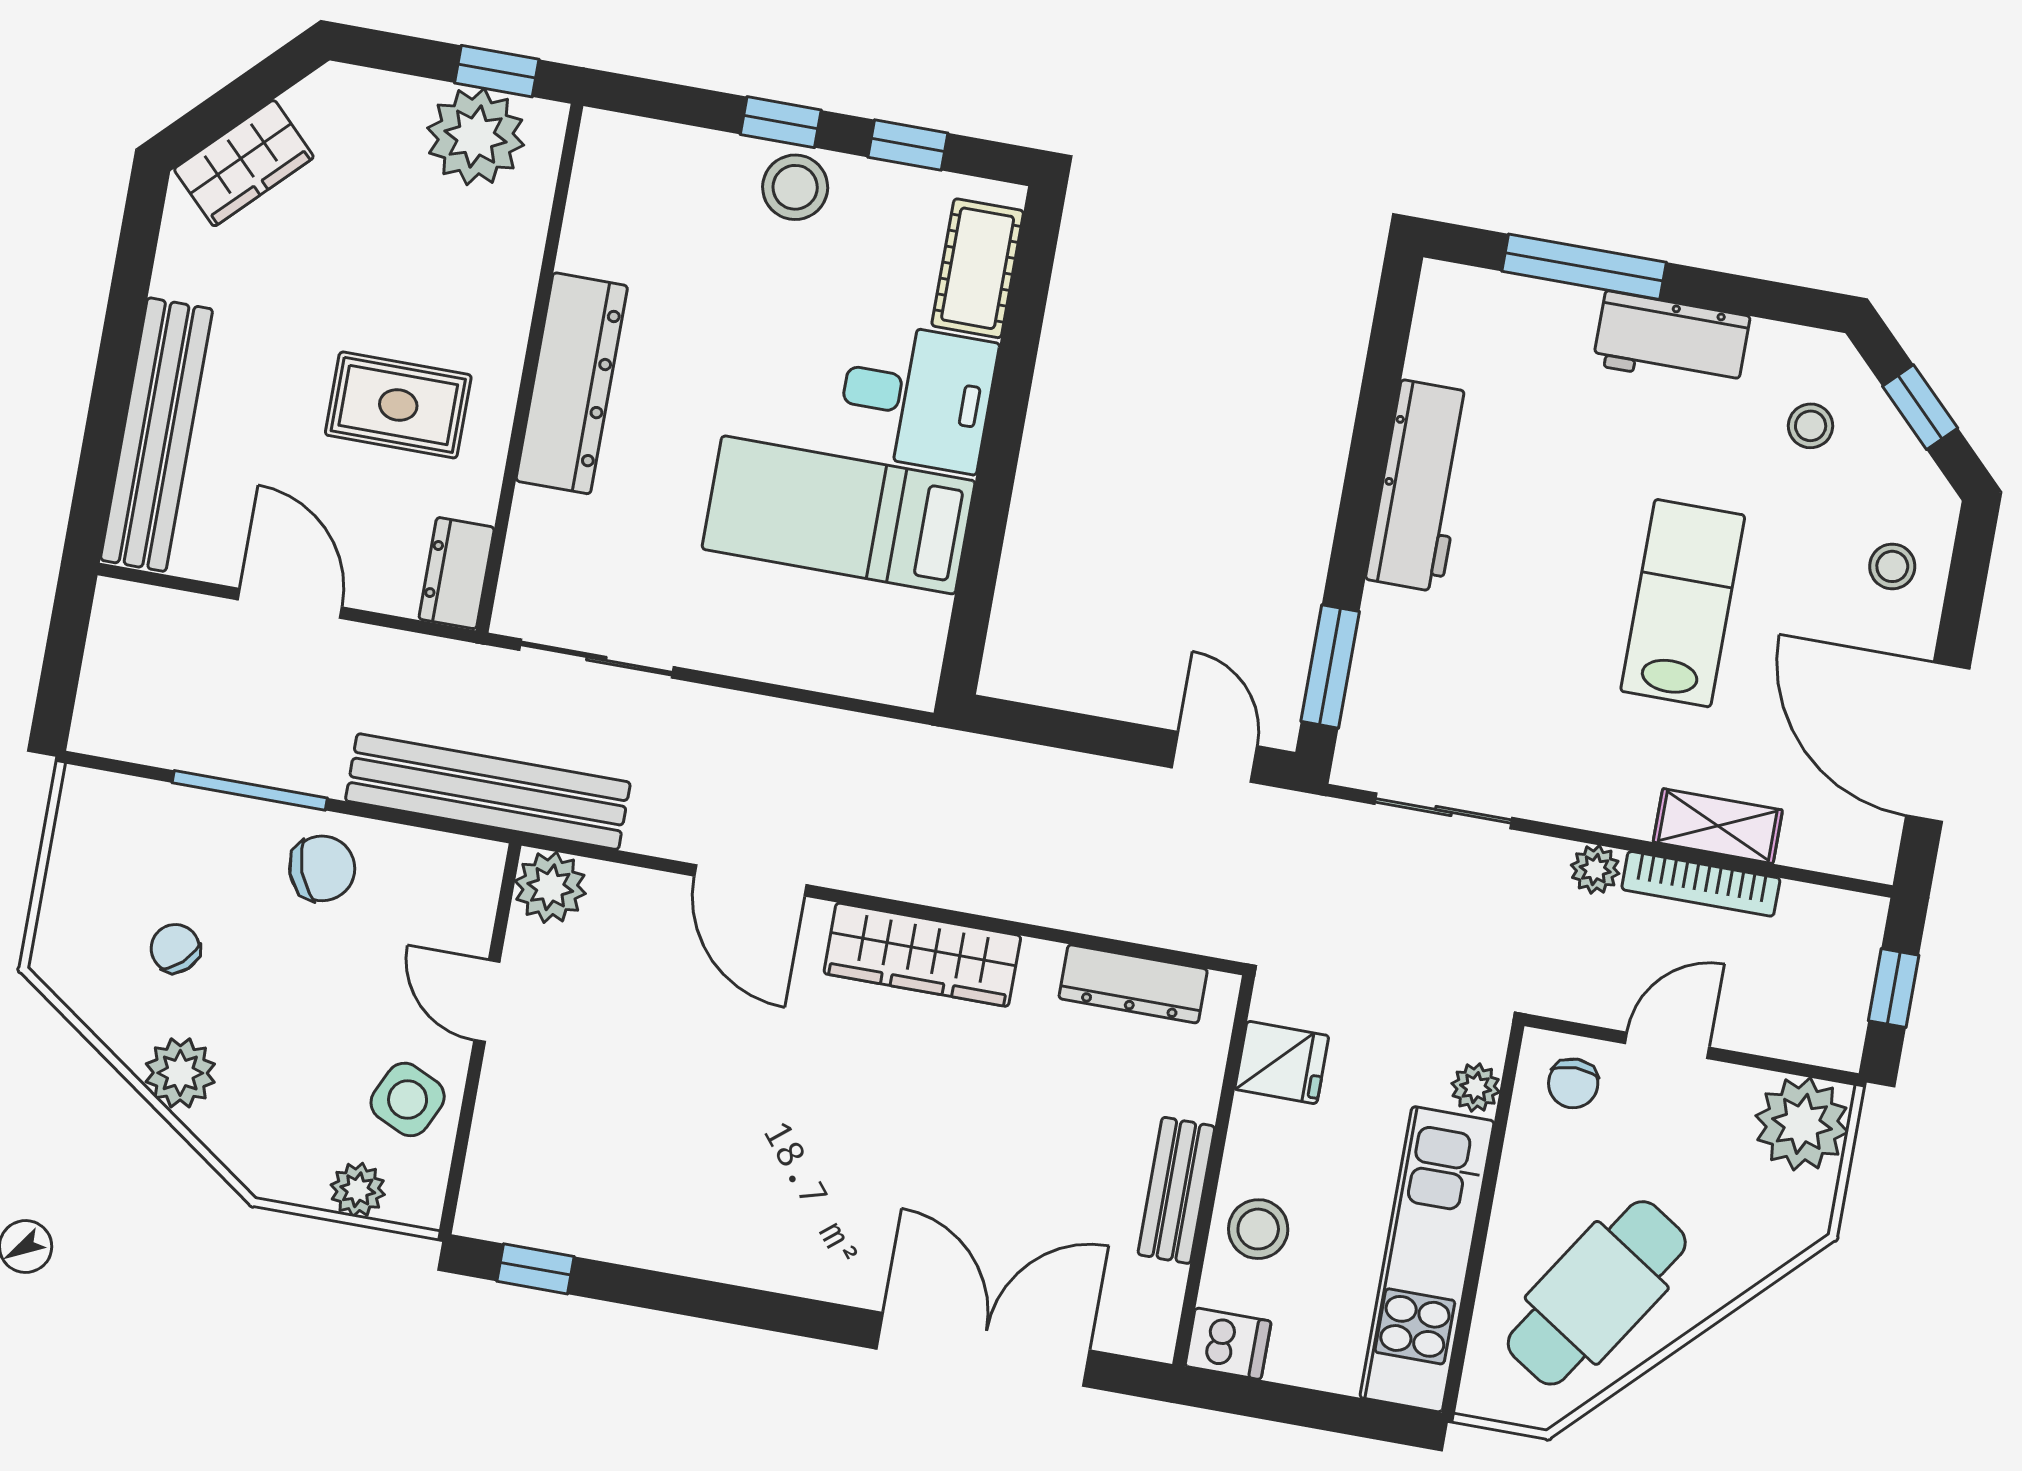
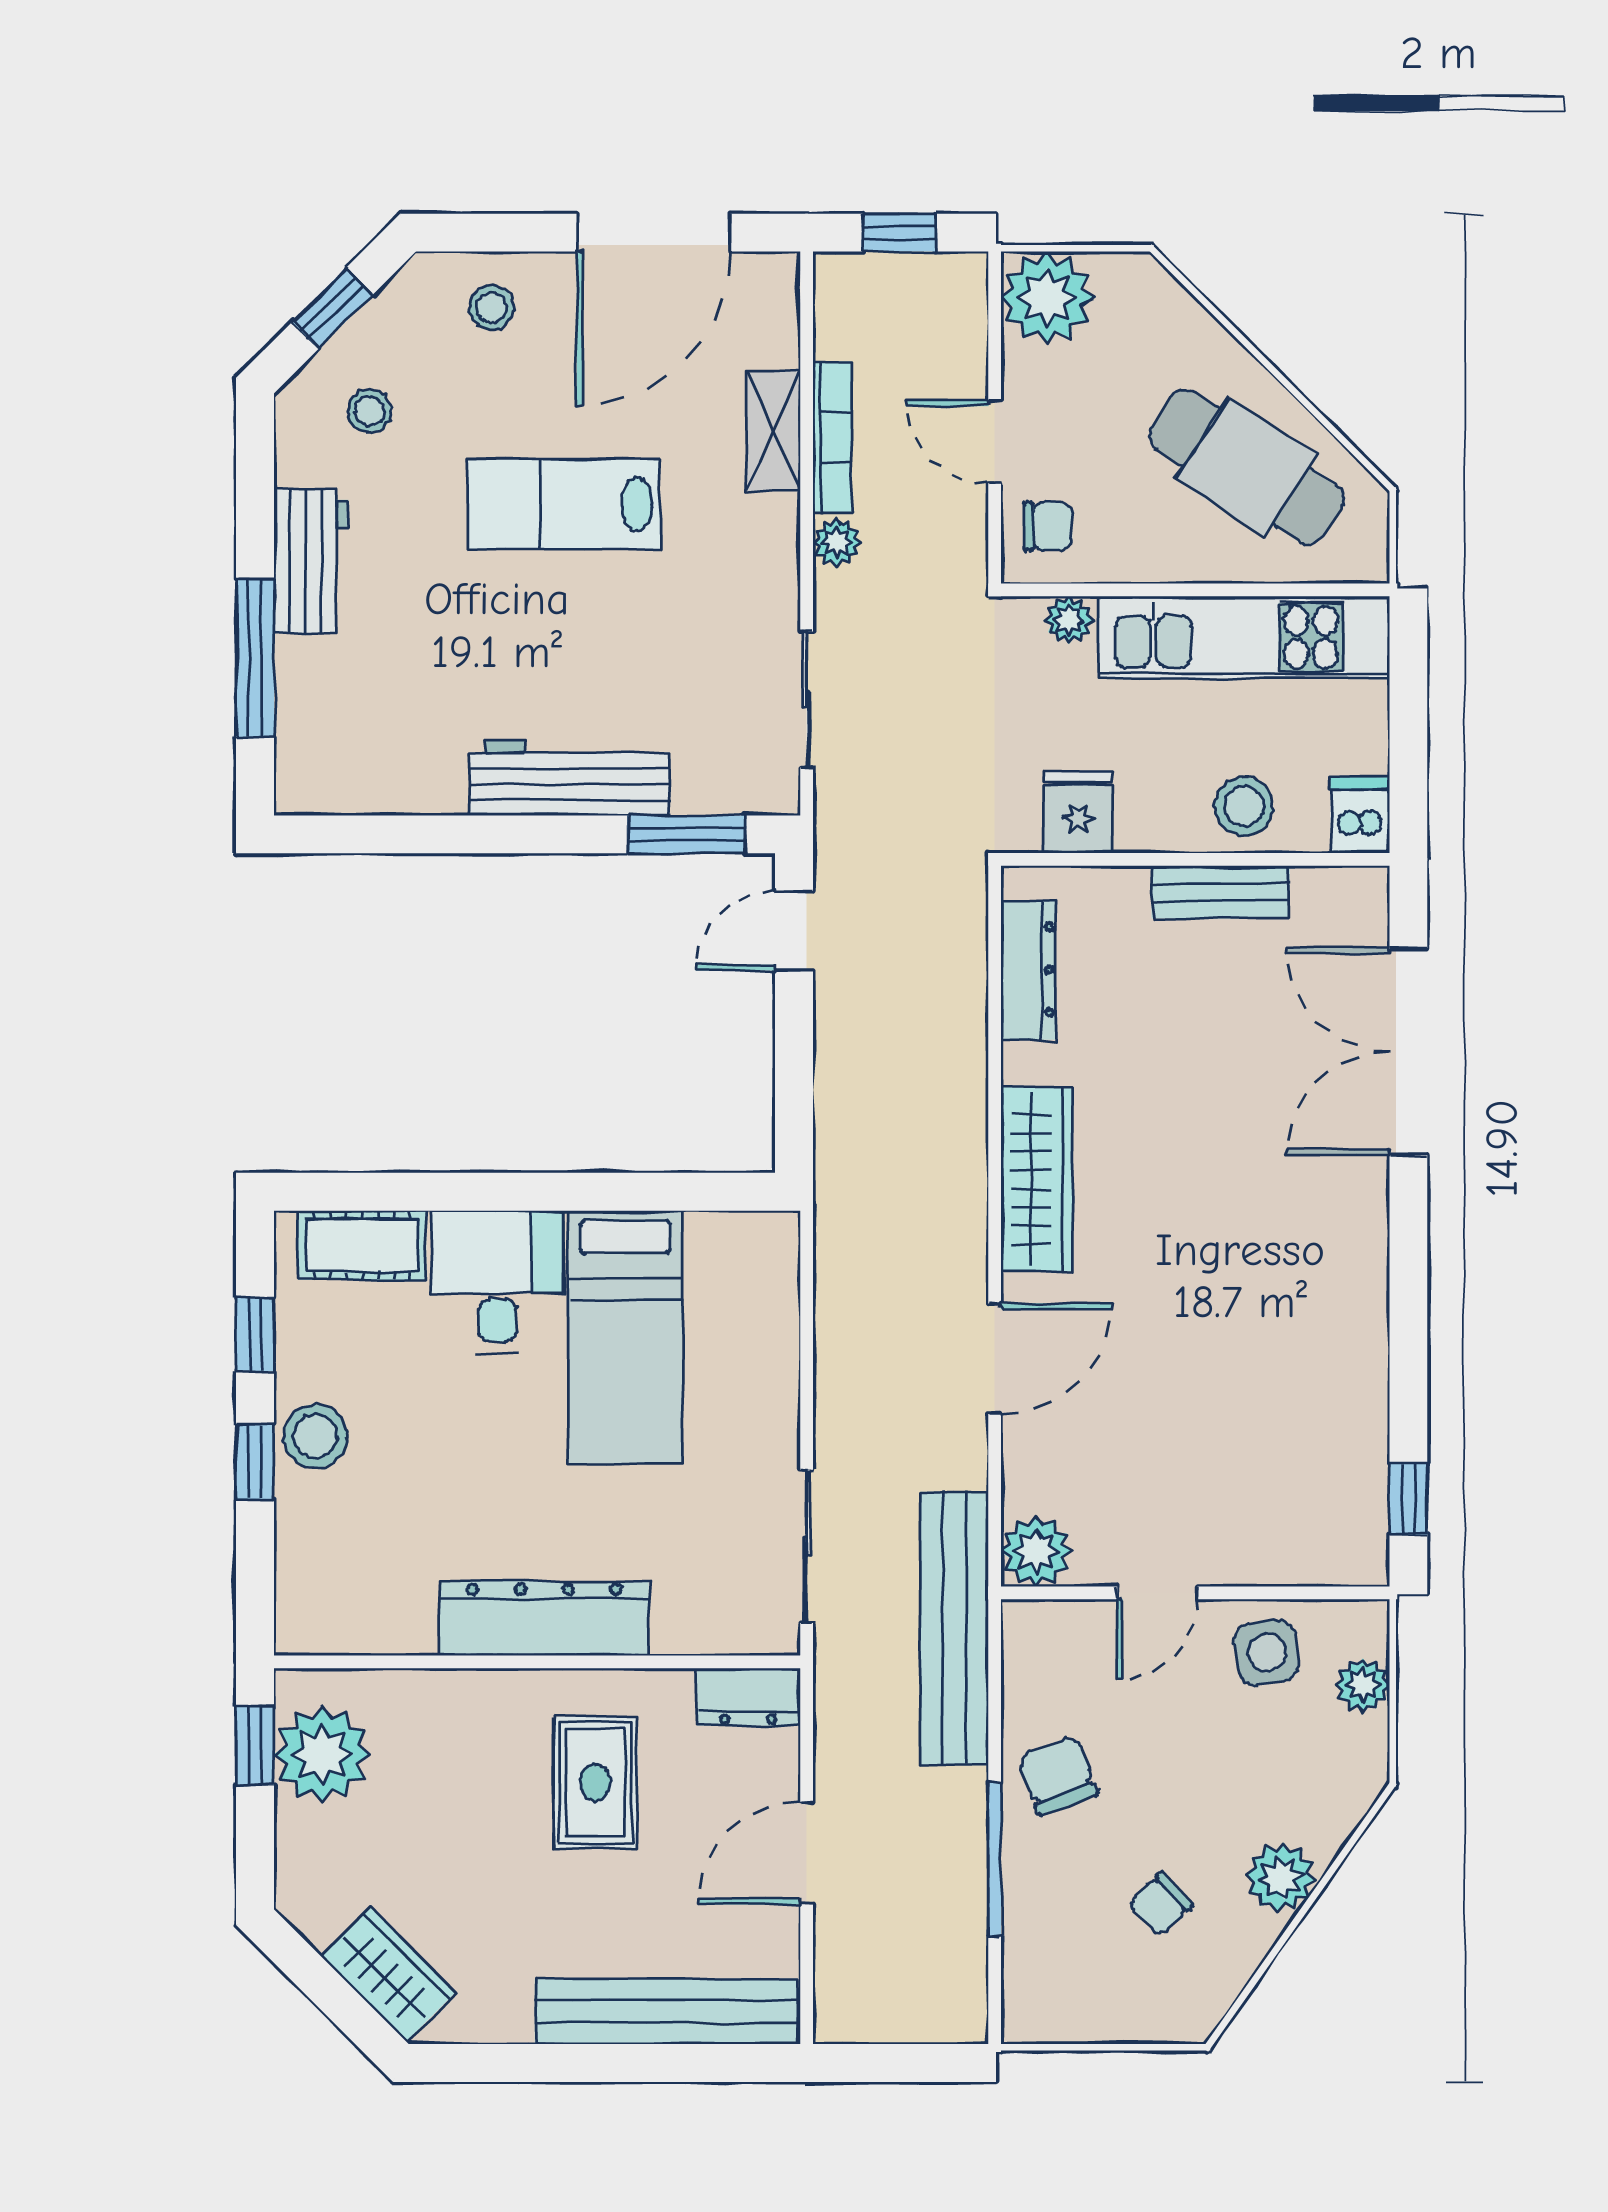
workbench: (1421, 486) -> (569, 778), moved
side table: (408, 1099) -> (1267, 1653), turned -33

